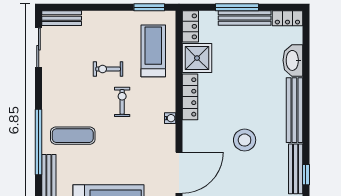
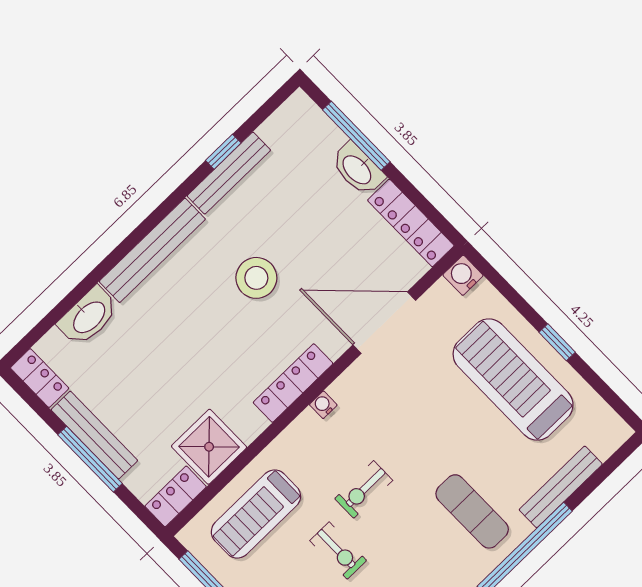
locker: (190, 97) -> (293, 383), moved

